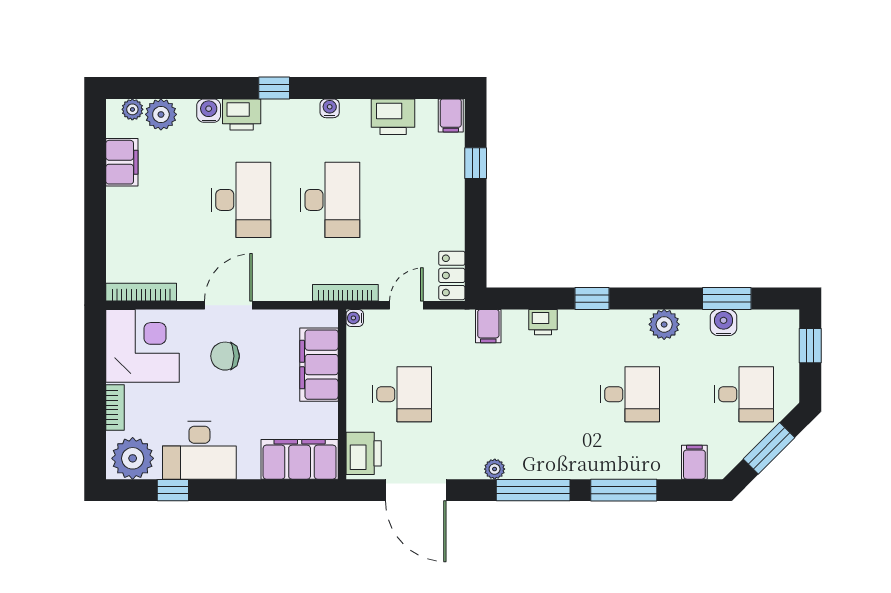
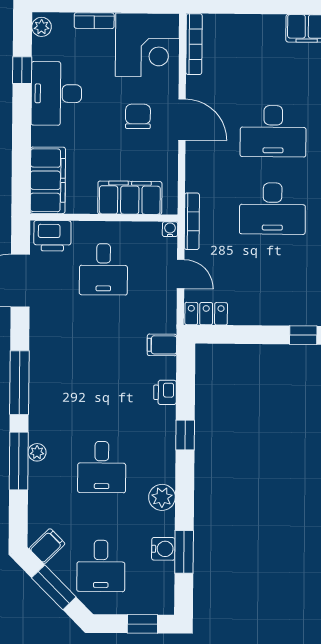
plant: (133, 458) -> (42, 27), width x0.53, depth x0.53
filing cabinet: (694, 462) -> (47, 546), moved, turned -45
plant: (495, 469) -> (37, 452), moved

